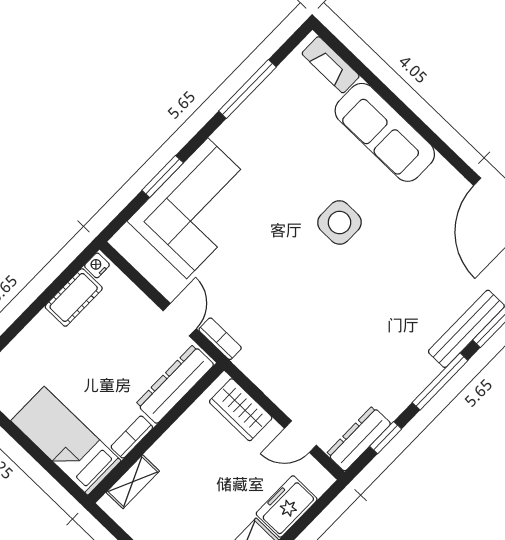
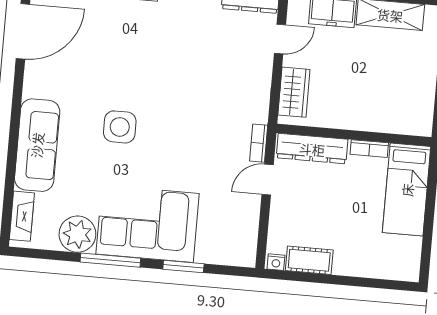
window: (247, 89) -> (110, 260), moved
plant: (272, 103) -> (77, 234), added
corner sofa: (197, 208) -> (148, 224), moved
door: (300, 437) -> (280, 39), hinge flipped
shelving: (133, 482) -> (398, 124), removed

